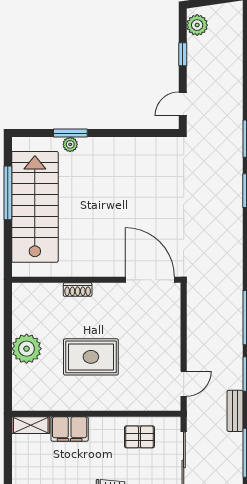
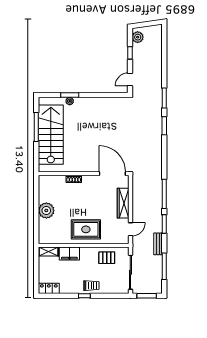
wardrobe: (170, 335) -> (123, 203), added
rug: (91, 357) -> (86, 229), moved

